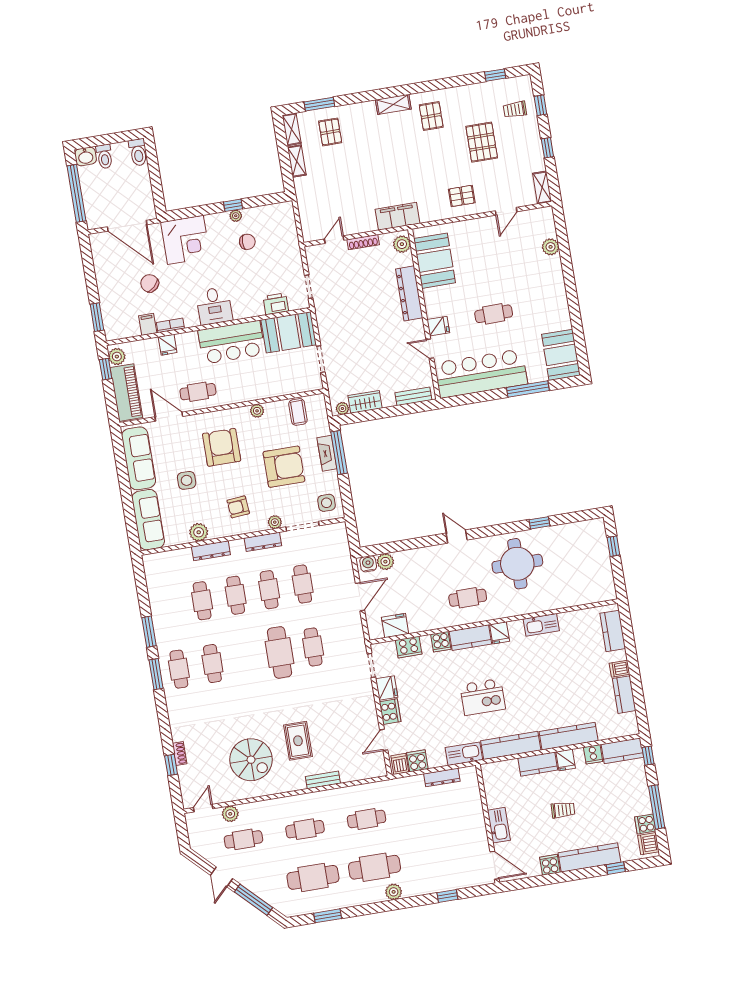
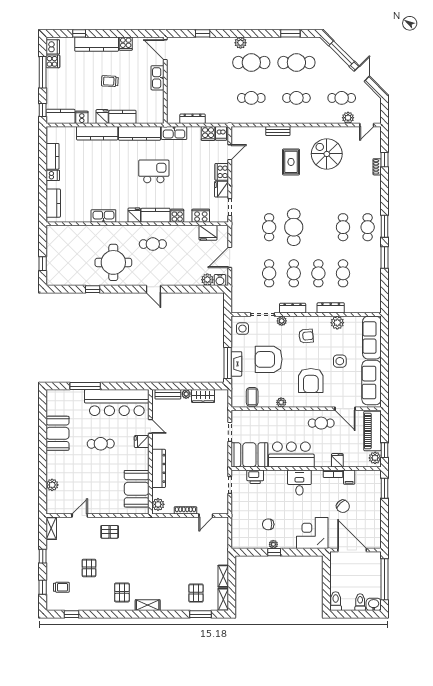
pallet: (482, 142) -> (89, 568), width x0.67, depth x0.71
filing cabinet: (397, 216) -> (158, 525), removed
booth: (561, 355) -> (57, 433), moved
plant: (342, 408) -> (186, 394), moved

